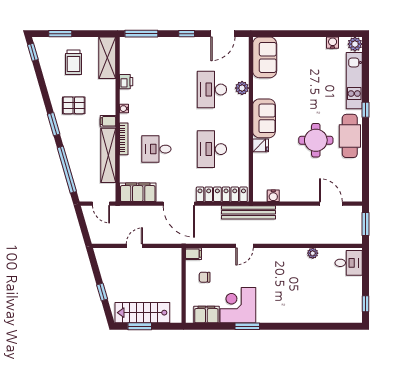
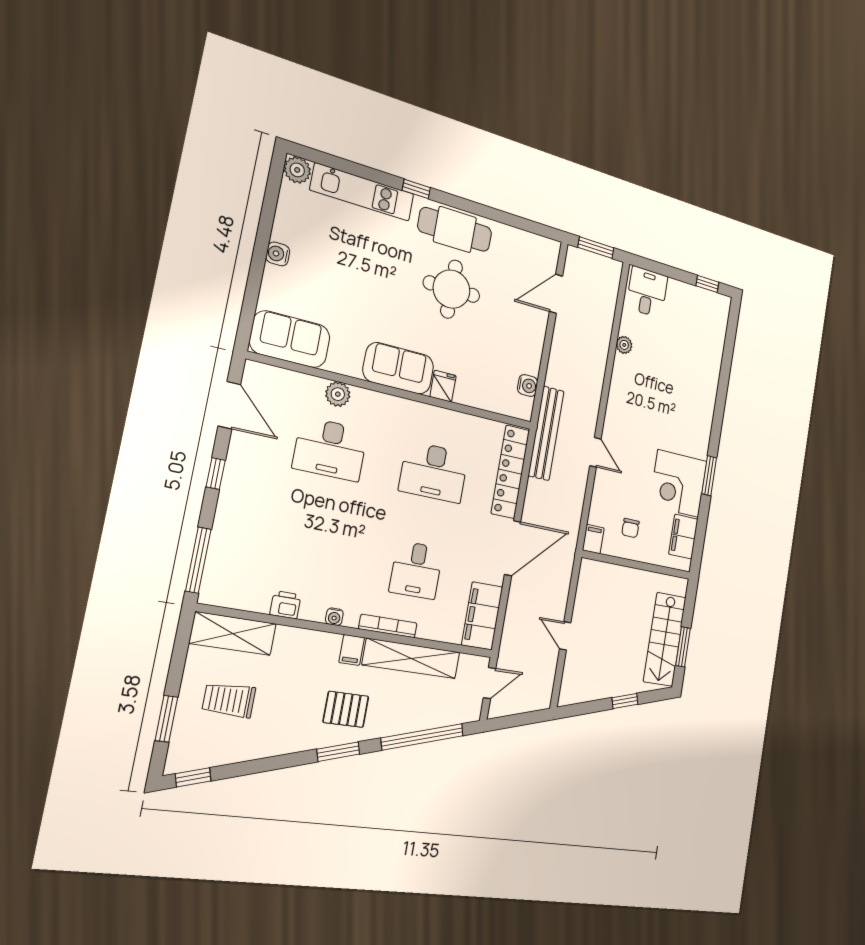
water cooler: (333, 43) -> (278, 254), moved
trolley: (74, 62) -> (229, 700), turned 180
pallet: (74, 105) -> (346, 709), moved, turned 90

